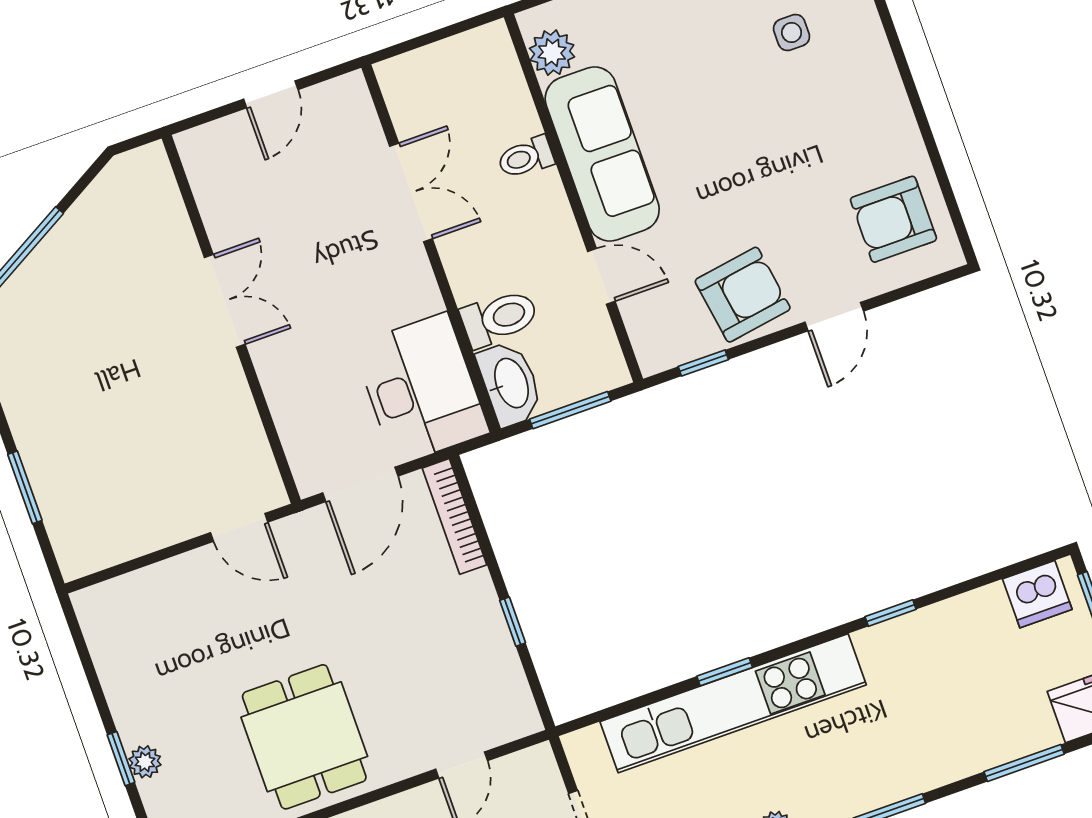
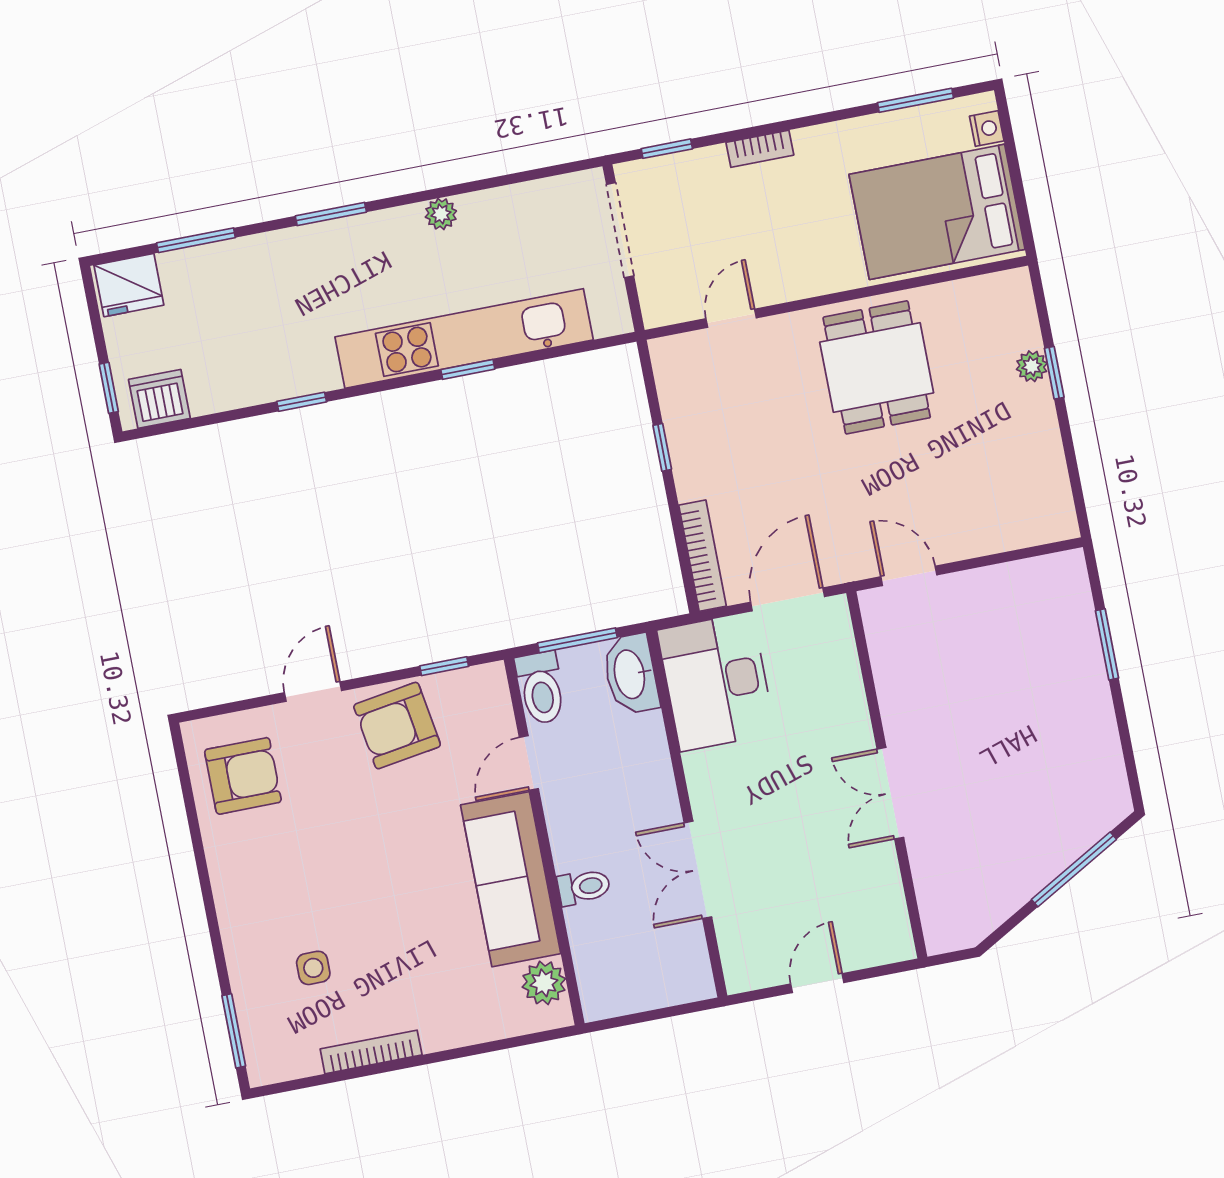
door: (601, 276) -> (529, 763), hinge flipped
toilet: (499, 318) -> (541, 688), moved, turned -90

